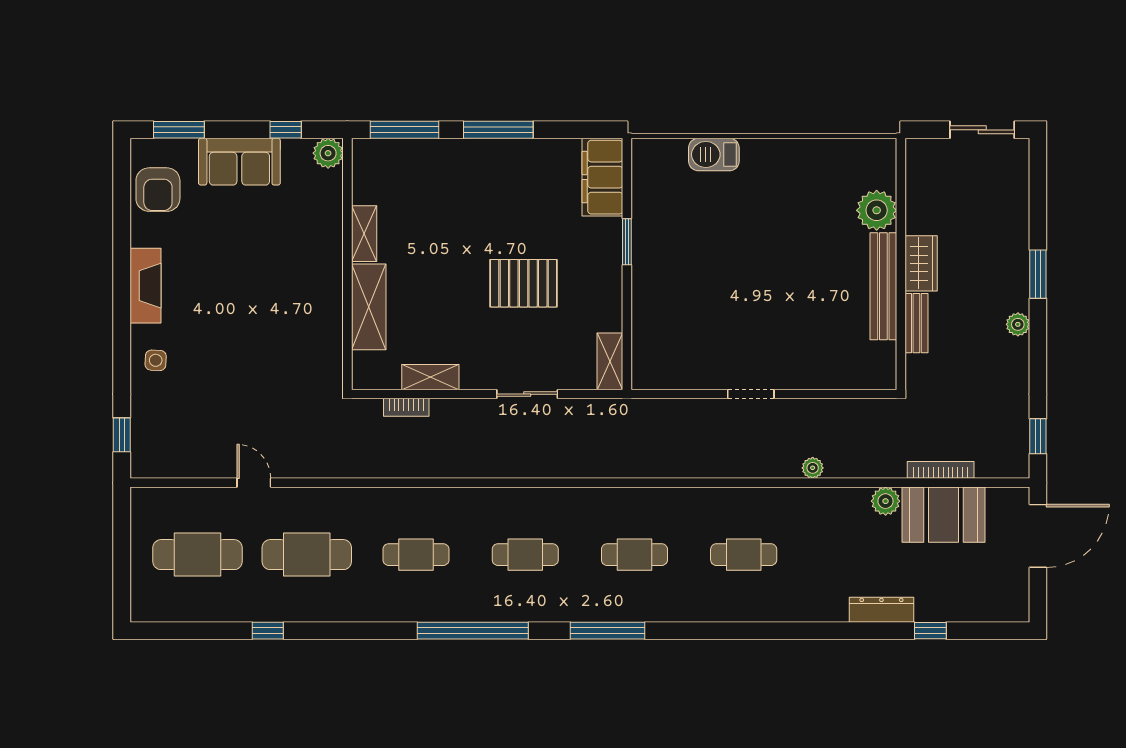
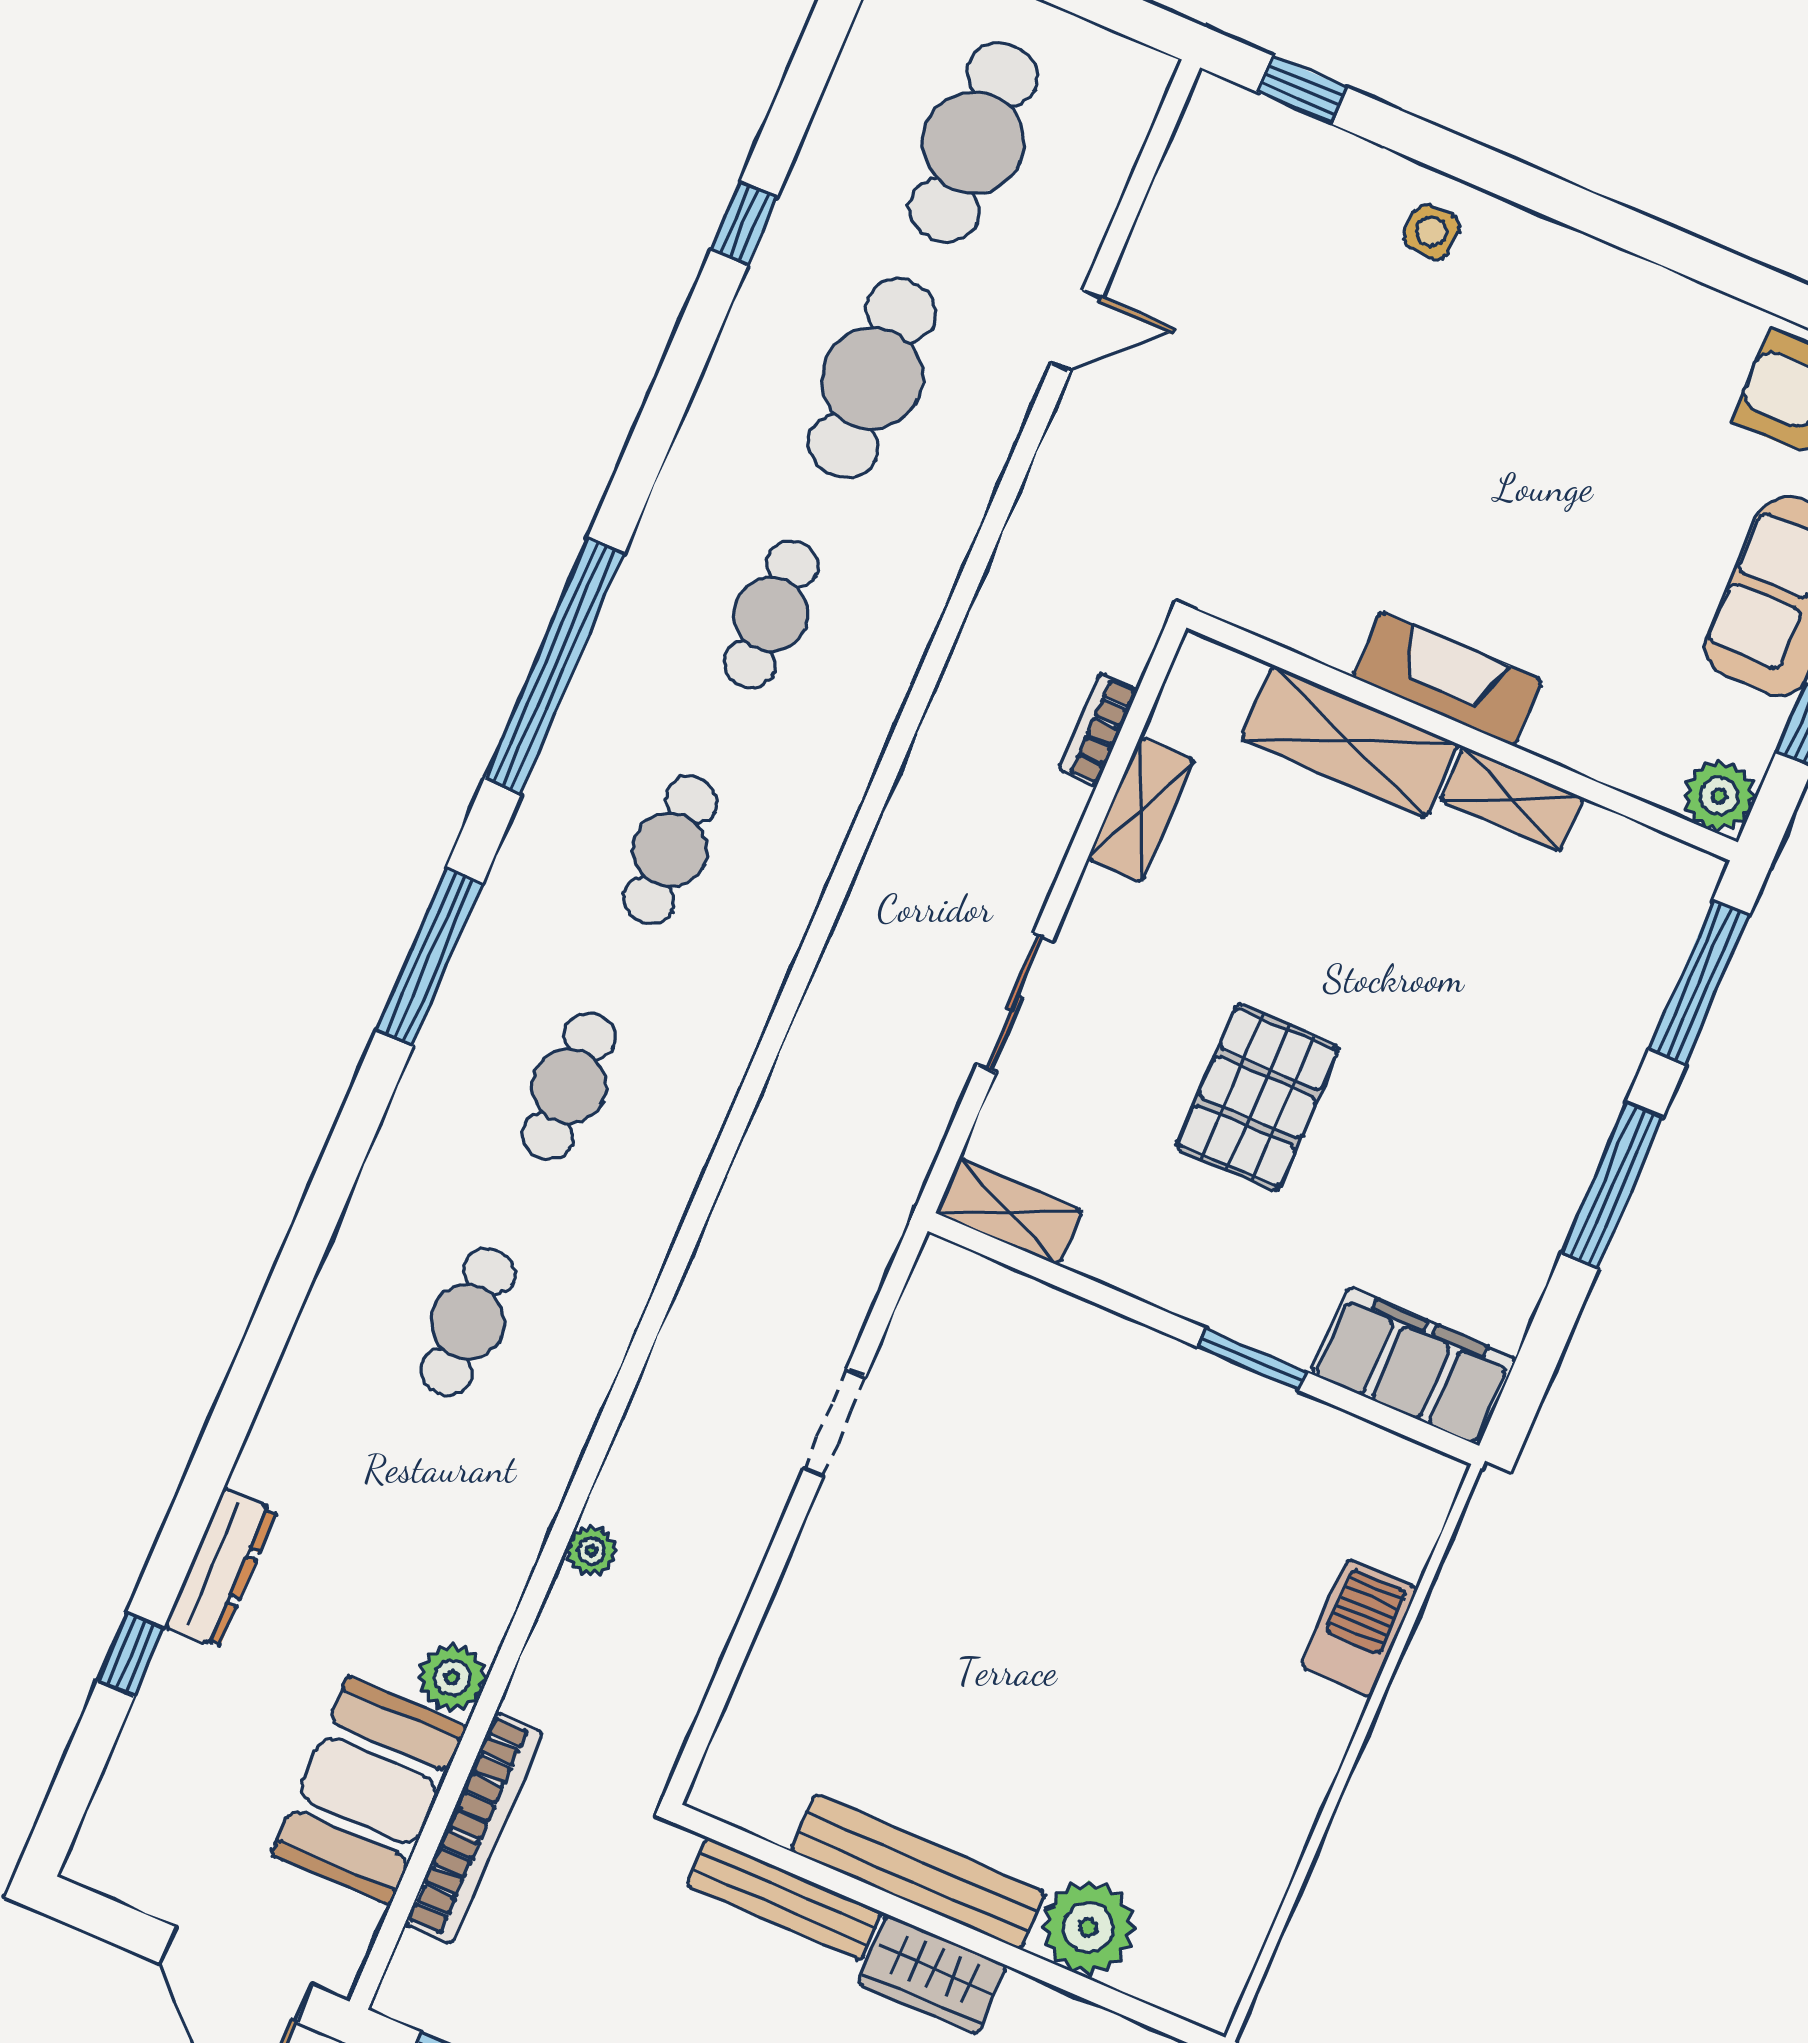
fireplace: (146, 286) -> (1448, 679), moved, turned 180
bench: (916, 323) -> (784, 1899), width x1.36
doorway: (751, 394) -> (835, 1423), moved
bookcase: (941, 470) -> (474, 1828), width x1.48, depth x1.31

